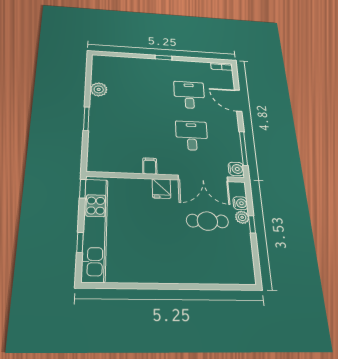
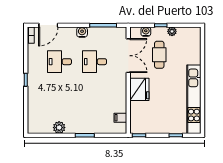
door: (238, 101) -> (48, 25), moved
filing cabinet: (150, 166) -> (120, 118), moved
water cooler: (236, 169) -> (82, 32), moved
fridge: (161, 189) -> (139, 89), width x1.88, depth x1.34
plant: (242, 217) -> (172, 31), moved
kitchen unit: (95, 229) -> (194, 99), moved, turned -90

